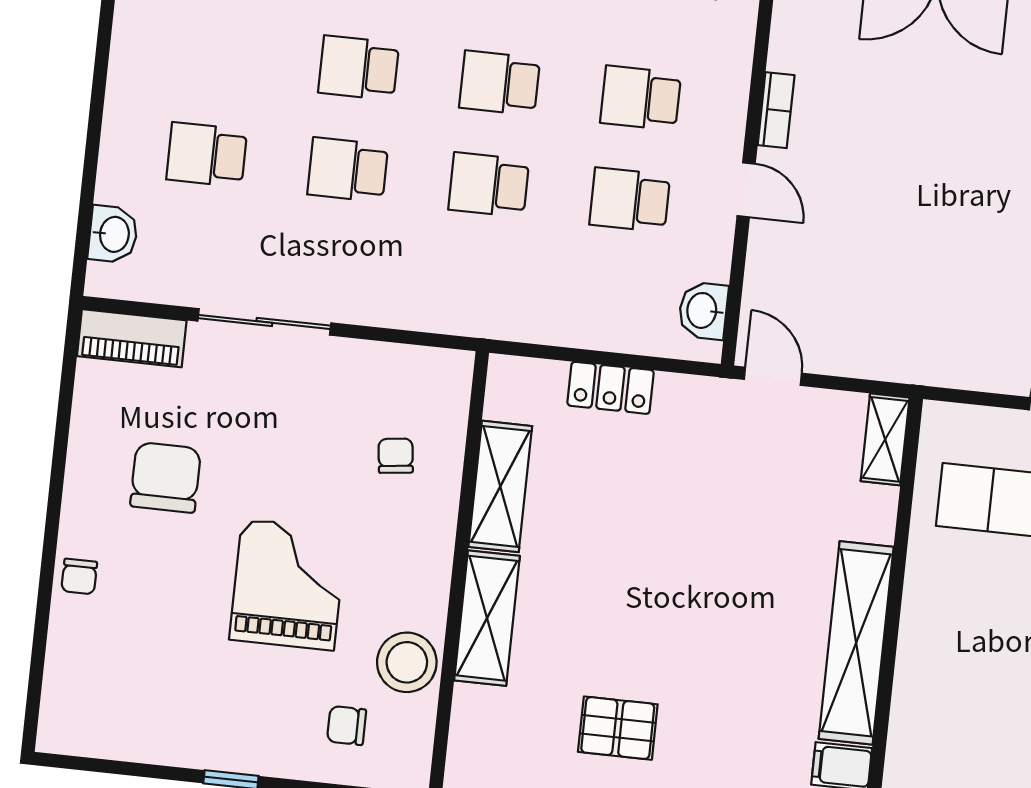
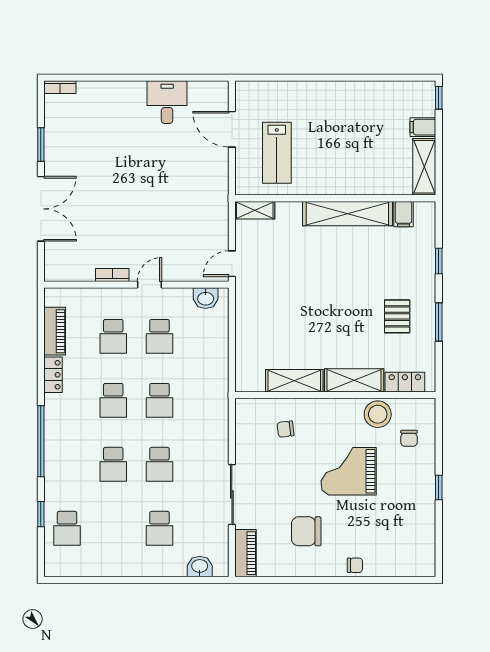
locker: (611, 388) -> (405, 382), moved, turned -90

